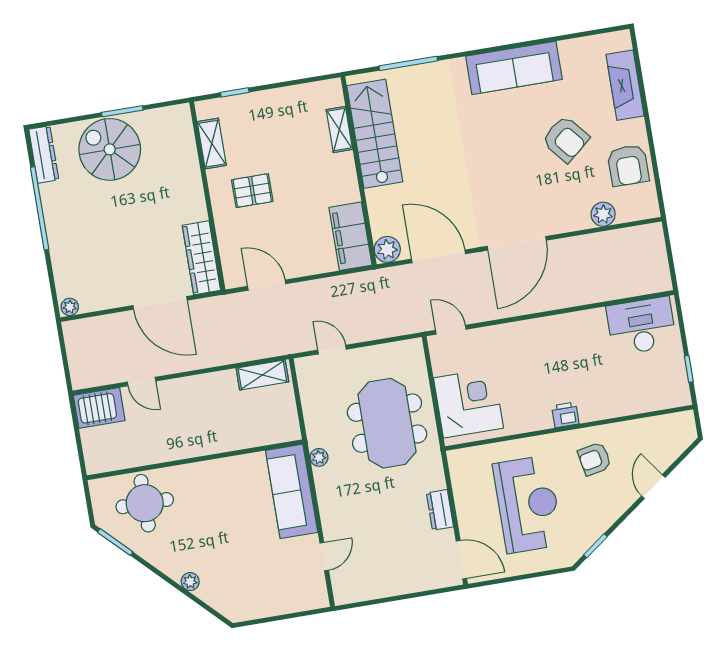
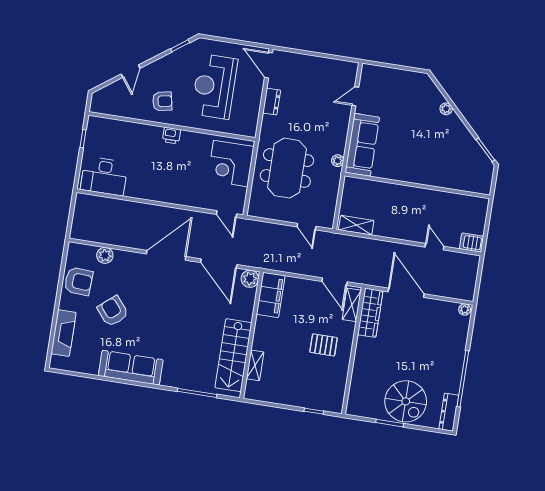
shelving: (212, 144) -> (352, 305), moved
armchair: (628, 165) -> (79, 281), turned 93
server rack: (99, 408) -> (472, 242), width x0.73, depth x0.70
round table: (145, 503) -> (458, 168), removed

